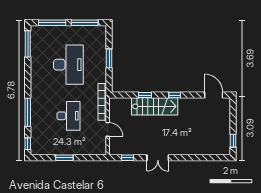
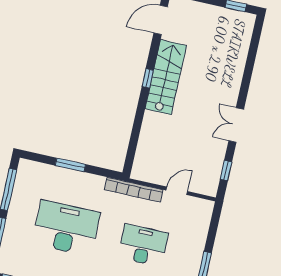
window: (145, 95) -> (138, 123), removed
stairs: (155, 106) -> (166, 77), moved
double door: (158, 158) -> (236, 125), swing flipped

